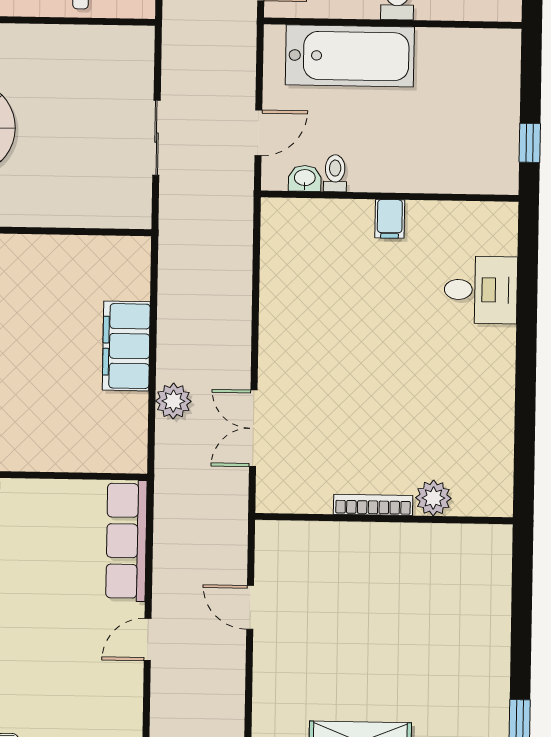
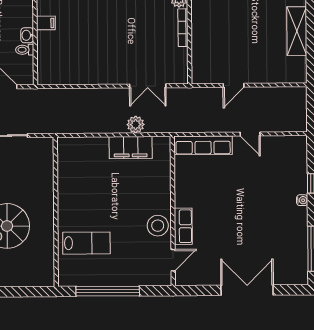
washbasin: (305, 178) -> (27, 35), moved
filing cabinet: (126, 346) -> (131, 148), moved

